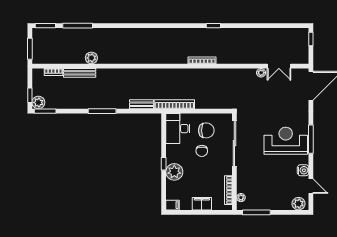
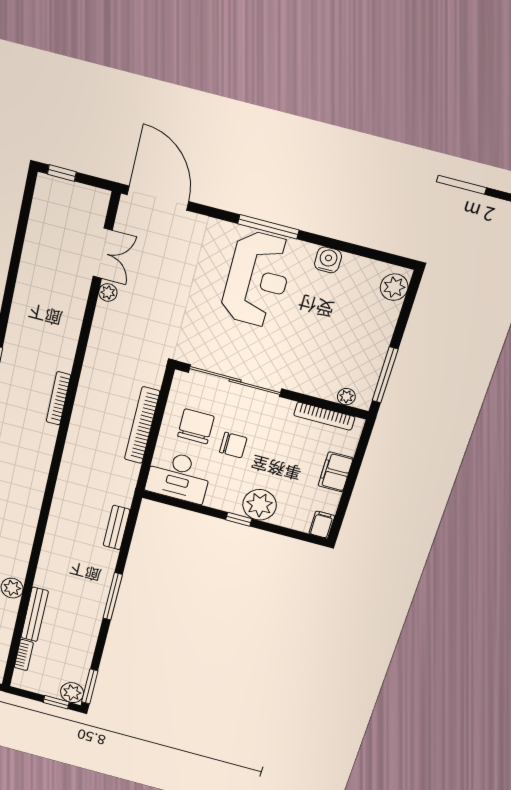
bookcase: (174, 104) -> (142, 425), moved
reception desk: (286, 141) -> (257, 279), turned 180
door: (311, 186) -> (366, 252), removed

